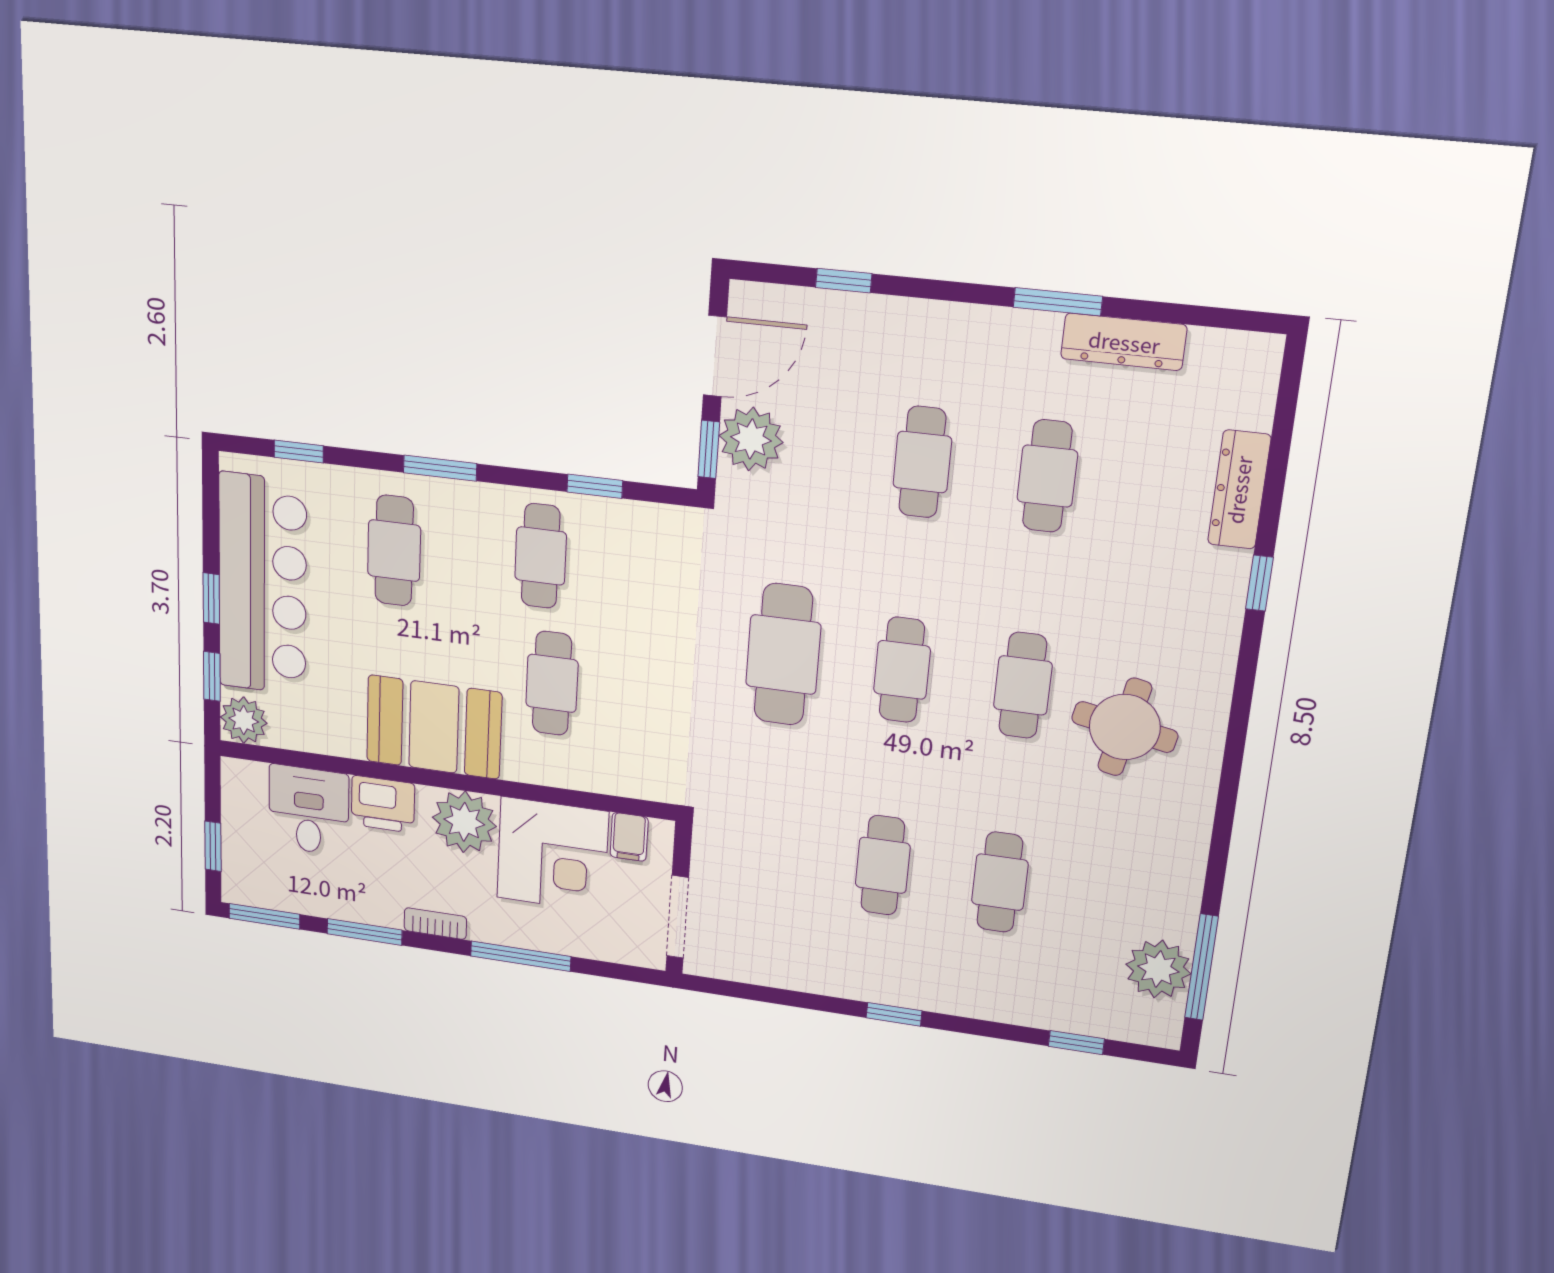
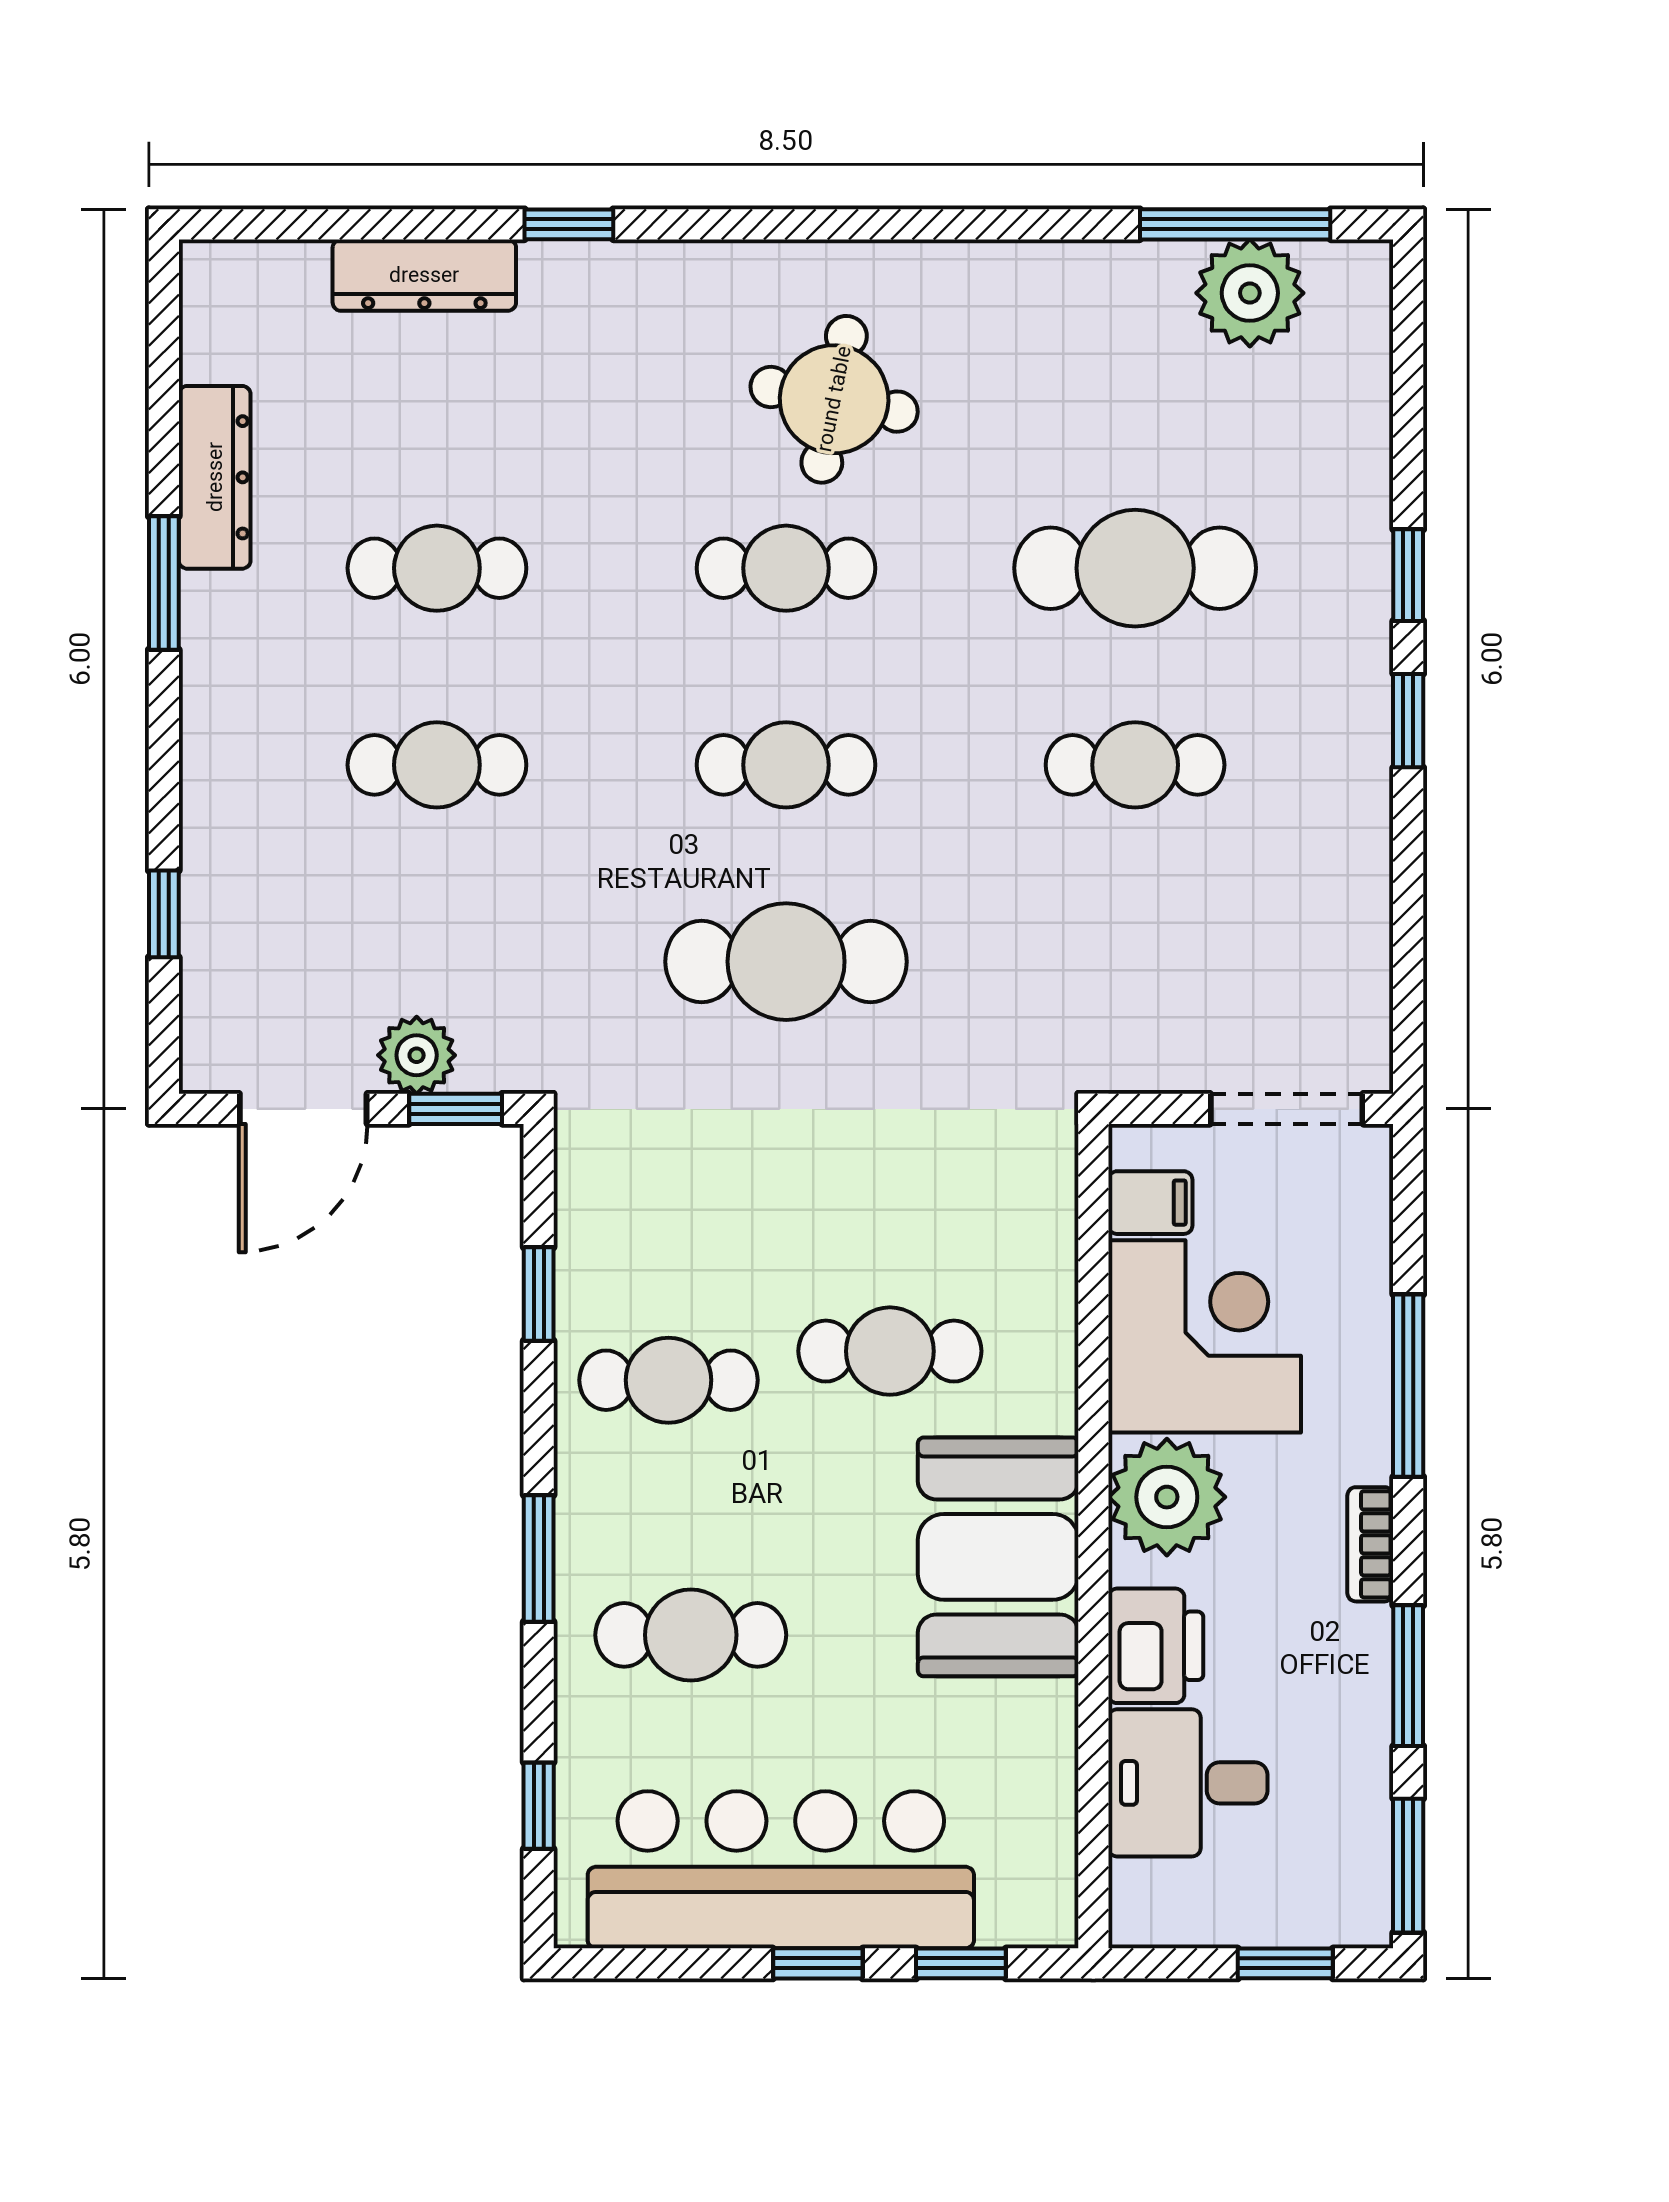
door: (715, 356) -> (303, 1109), swing flipped
plant: (751, 439) -> (417, 1055), width x0.73, depth x0.73
plant: (244, 720) -> (1034, 1904), removed
cafe table: (1000, 882) -> (1135, 568), width x1.37, depth x1.35
window: (1076, 1043) -> (1408, 575), moved

